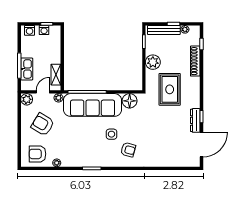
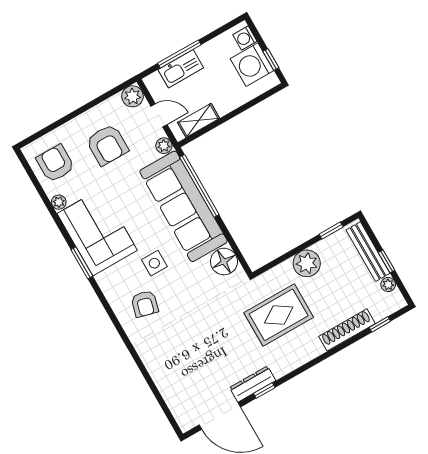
washing machine: (44, 30) -> (252, 65), width x1.89, depth x1.89
armchair: (43, 124) -> (107, 145), turned 149
corner sofa: (81, 153) -> (97, 232), added

